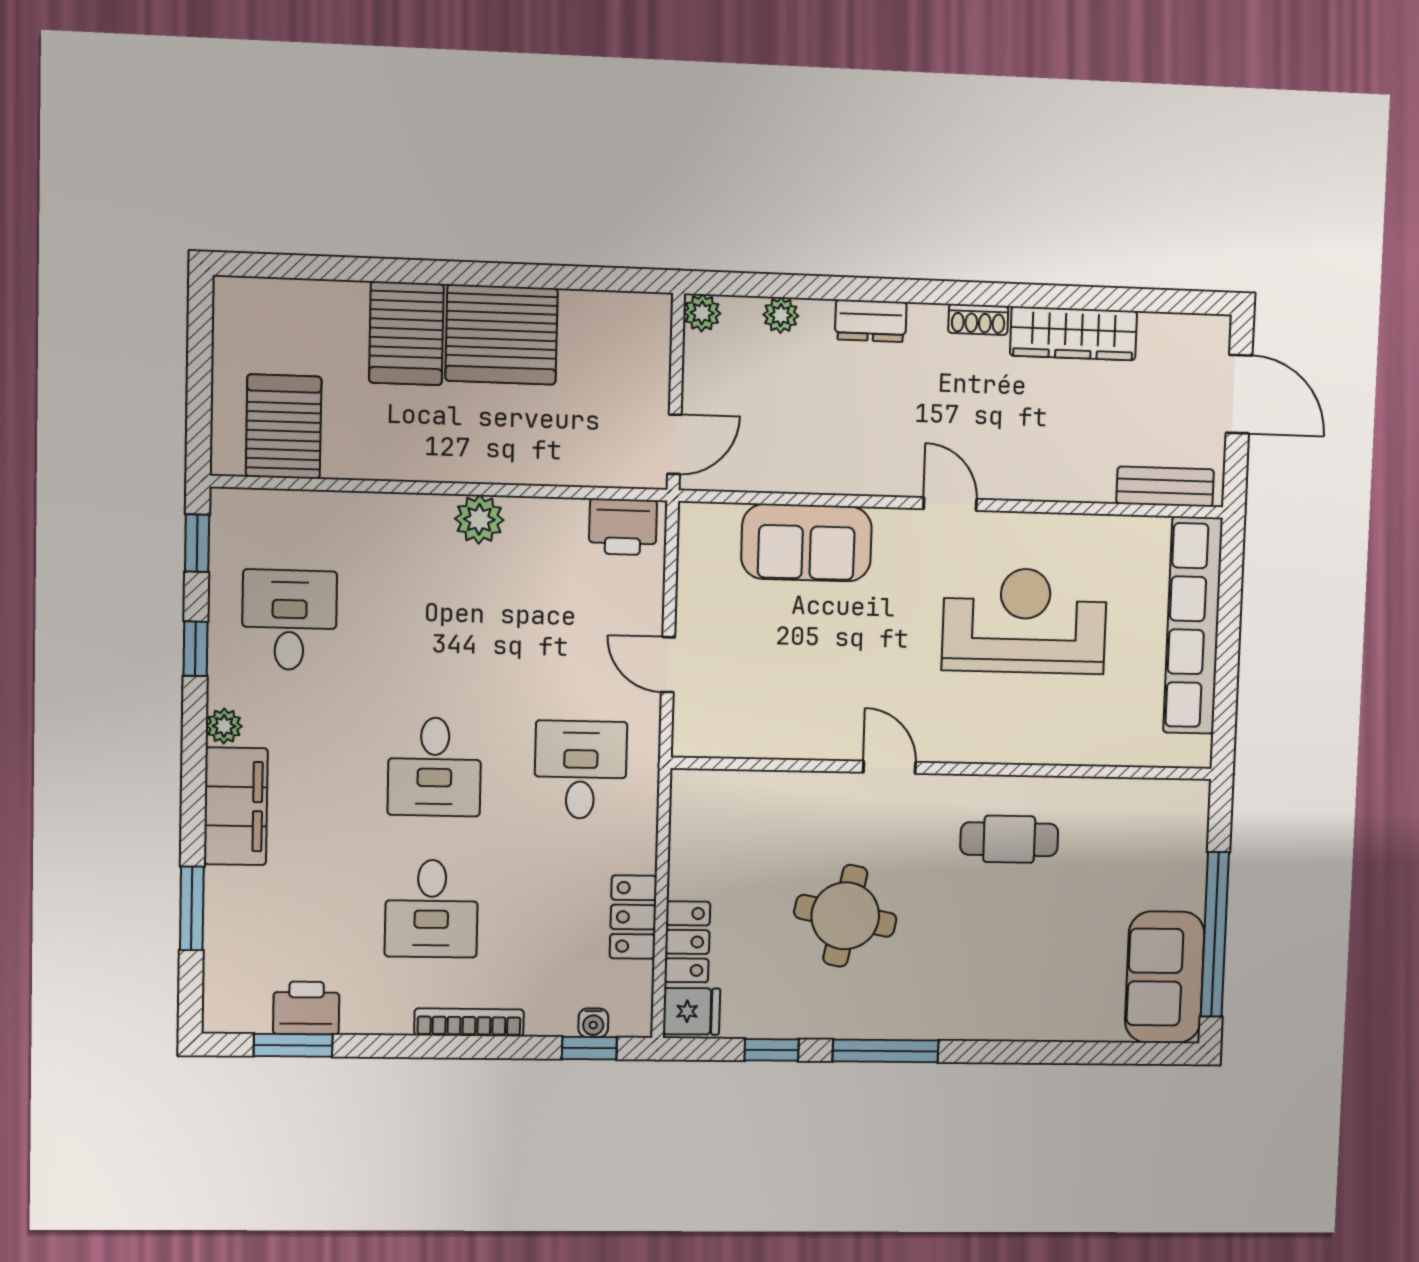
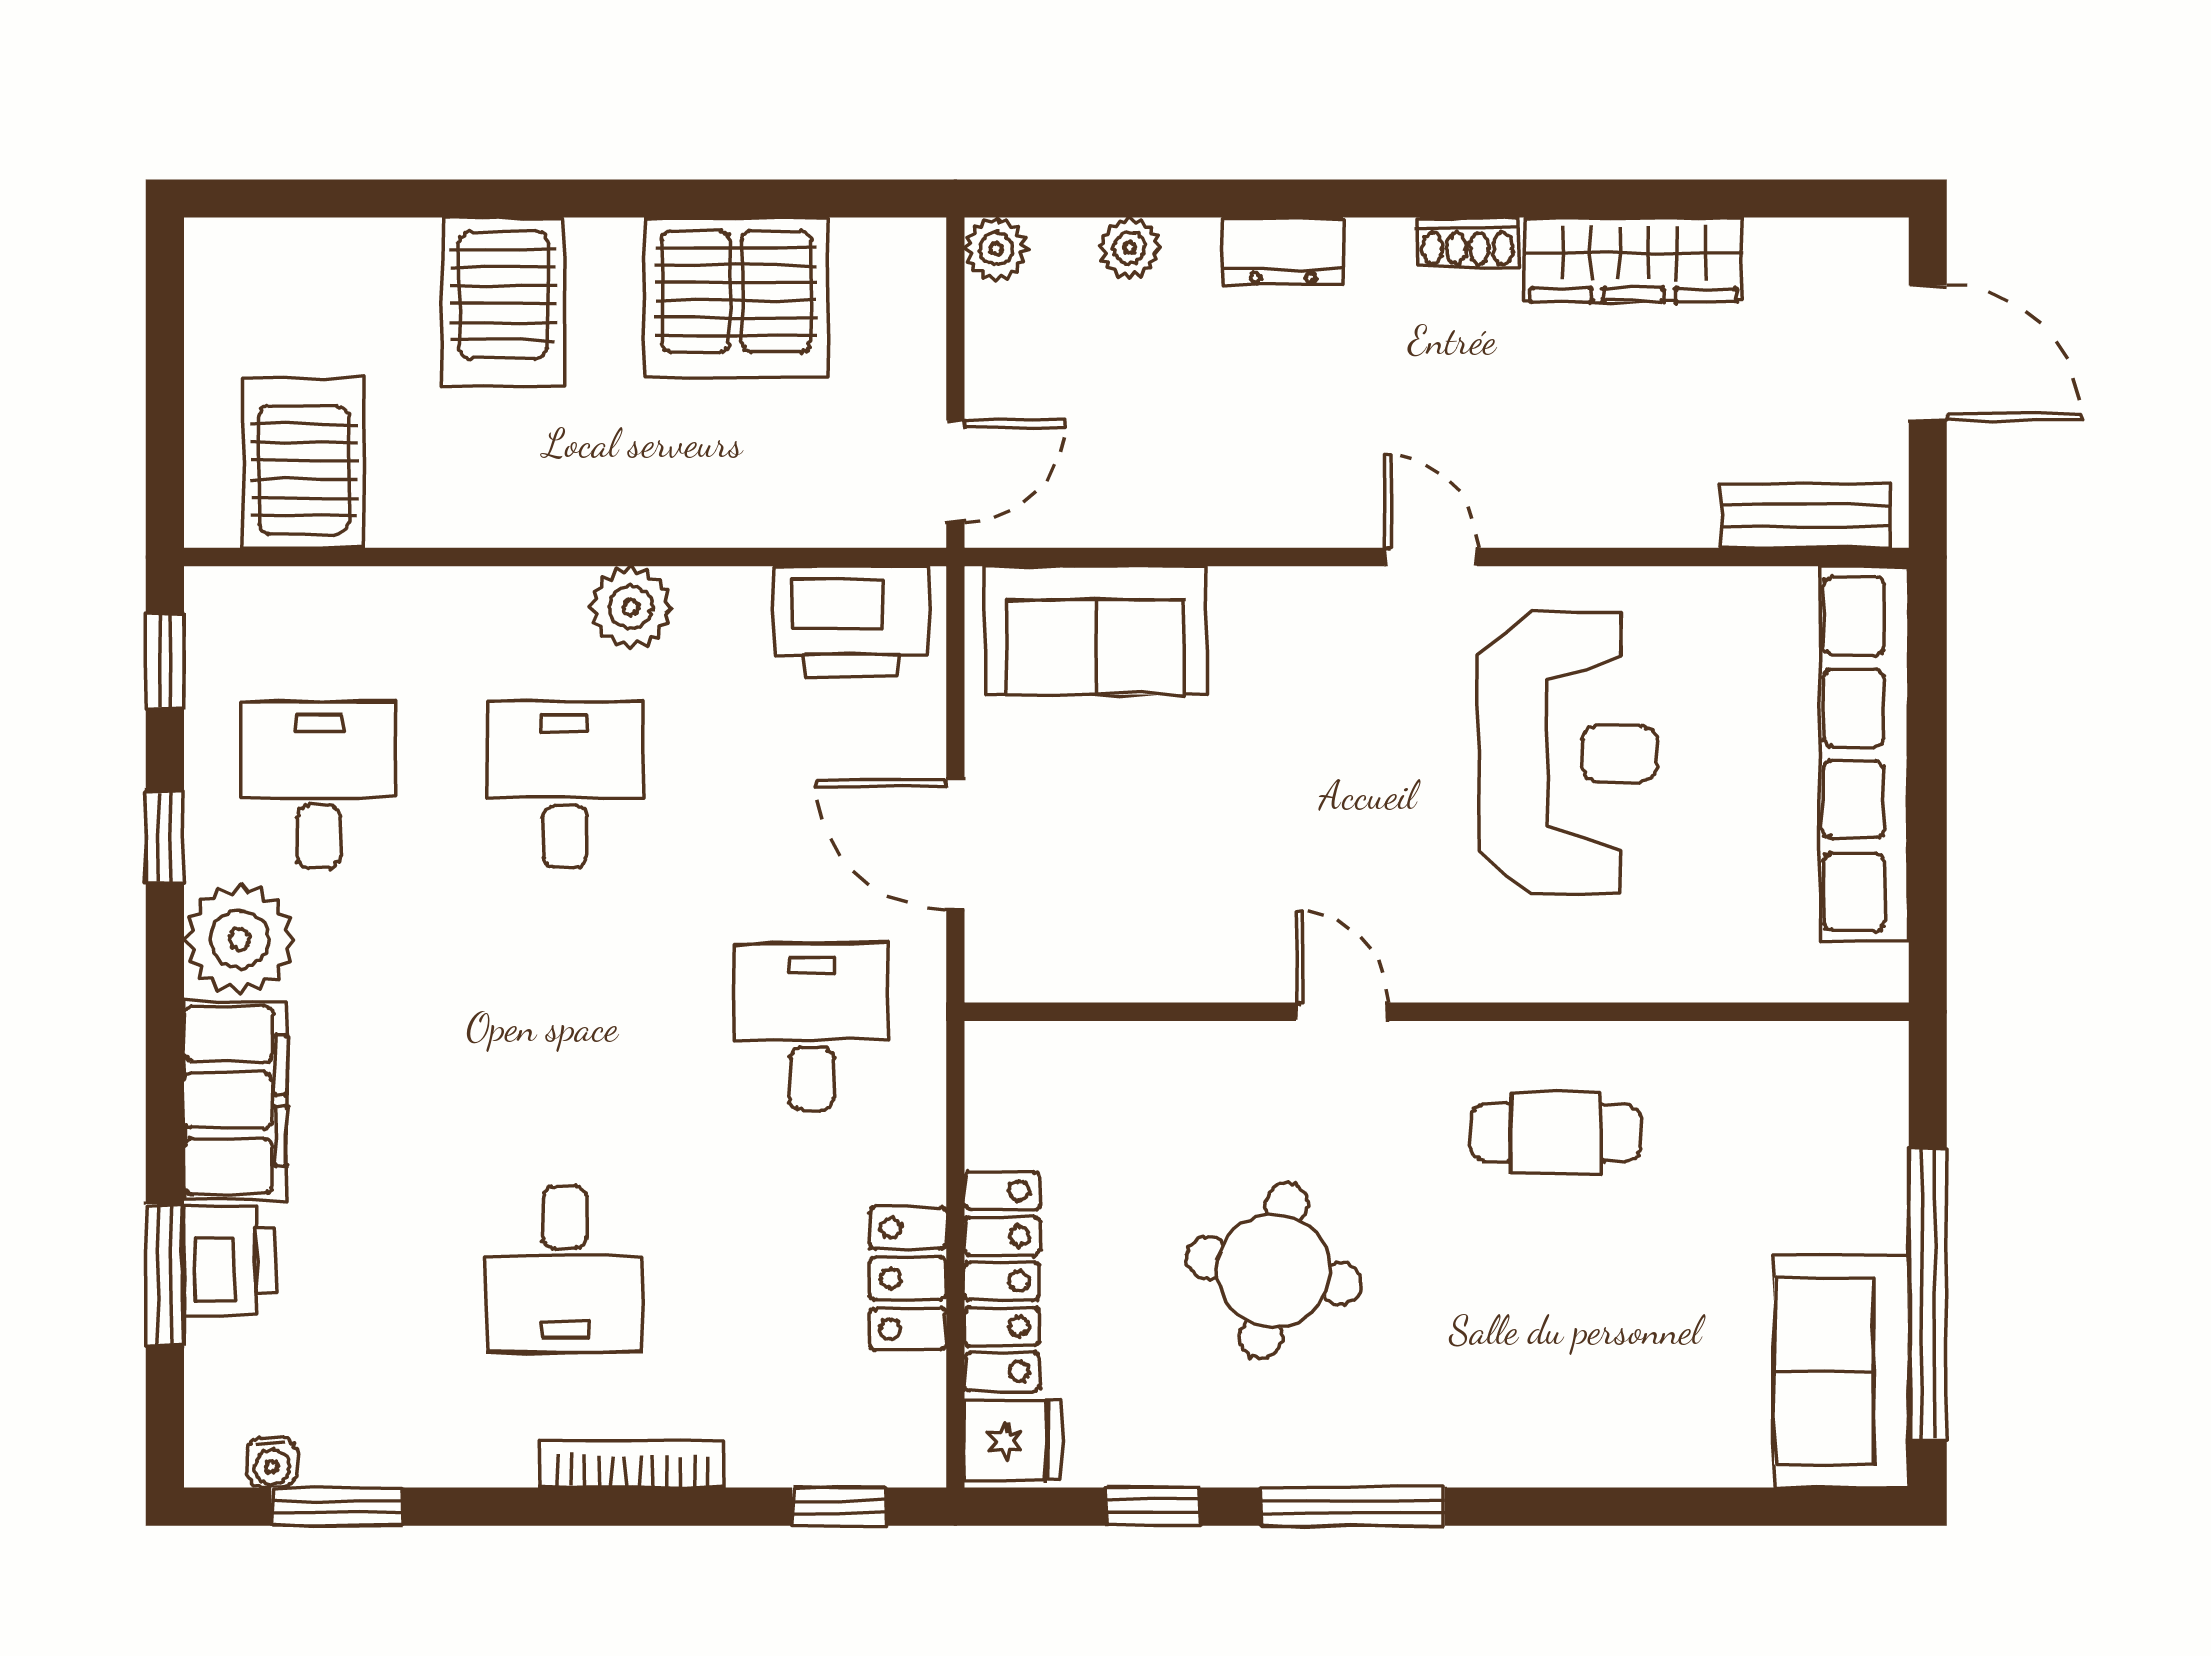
server rack: (502, 335) -> (736, 298), moved
printer: (623, 527) -> (851, 622), width x1.37, depth x1.19
sofa: (806, 543) -> (1096, 630), moved
reception desk: (1025, 621) -> (1568, 753), turned 90
door: (668, 665) -> (955, 844), width x1.37
plant: (224, 726) -> (240, 939), width x1.88, depth x1.88
desk: (435, 767) -> (565, 785), moved, turned 180
locker: (687, 942) -> (1002, 1281), width x1.53
printer: (306, 1008) -> (229, 1260), moved, turned 90
water cooler: (593, 1023) -> (272, 1463), moved

